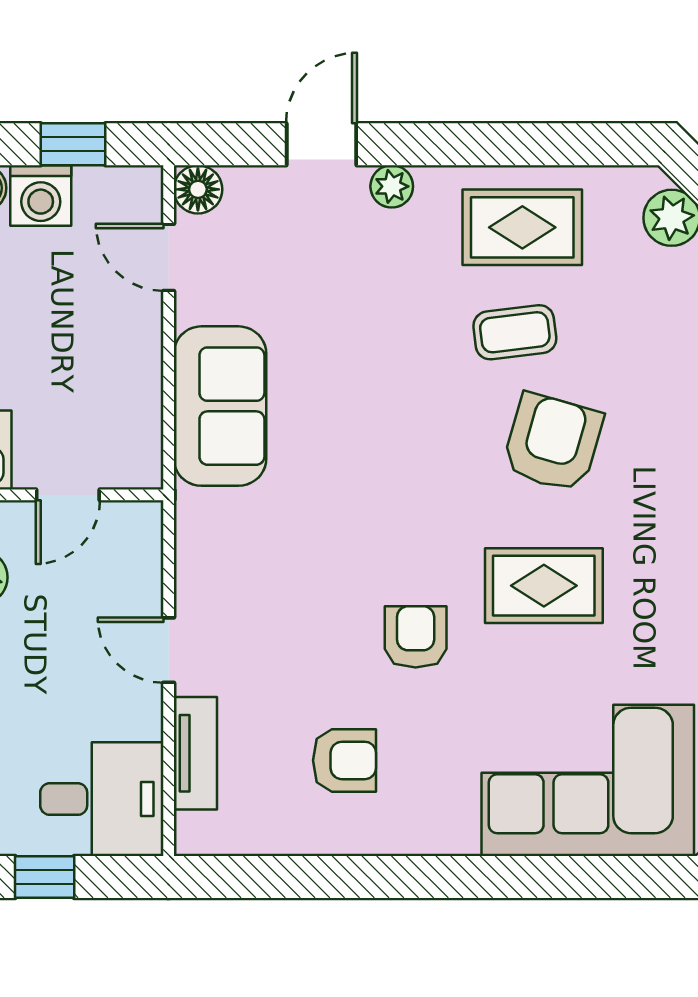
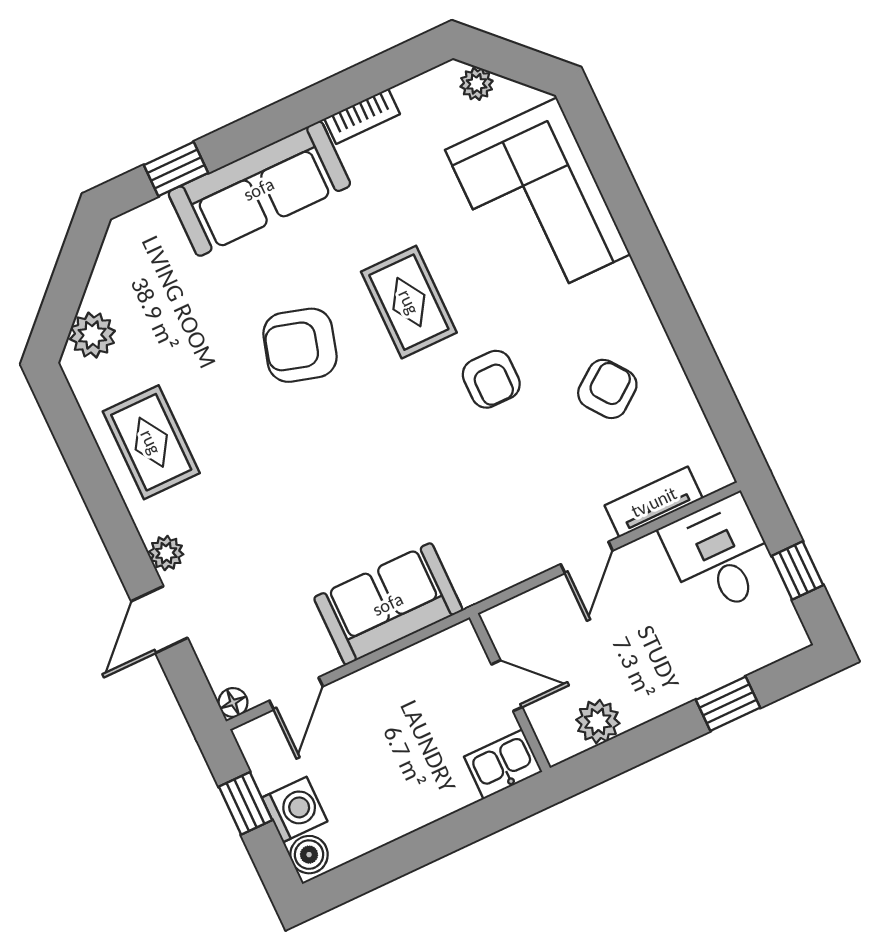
door: (321, 144) -> (159, 620), hinge flipped
floor lamp: (198, 189) -> (233, 702), width x0.73, depth x0.73
coffee table: (515, 332) -> (231, 411), removed
armchair: (416, 637) -> (491, 379), turned -90
armchair: (345, 760) -> (607, 389), turned 53

